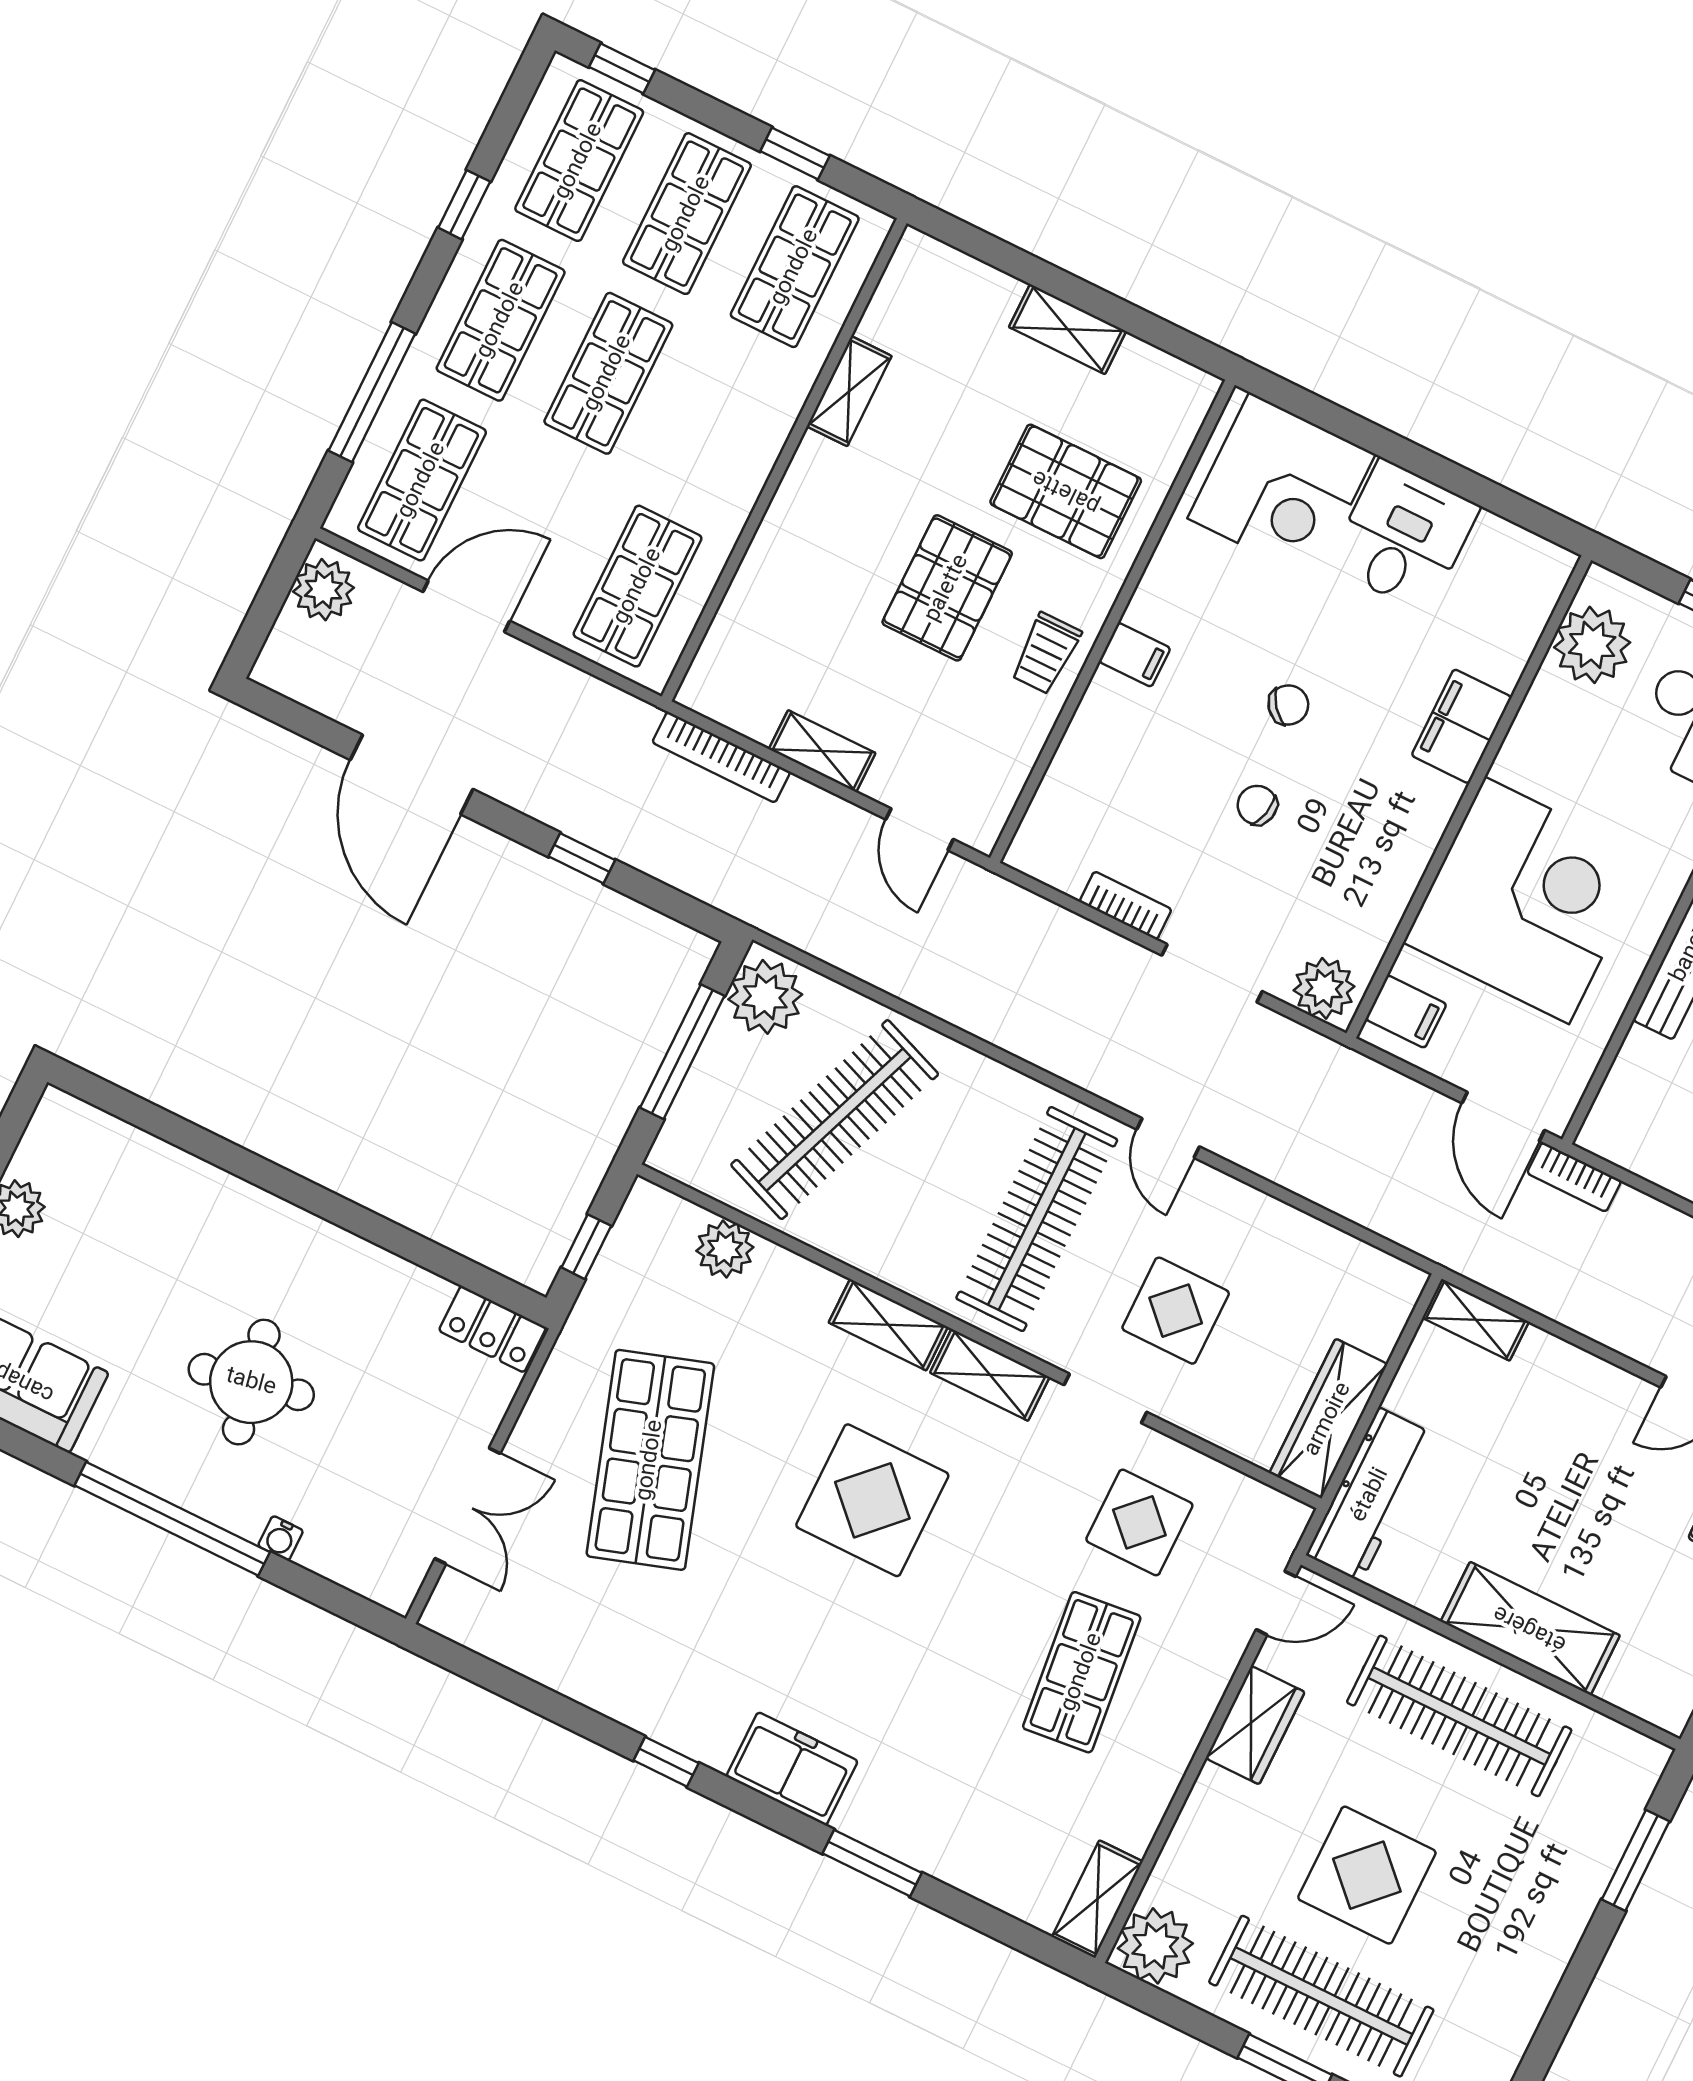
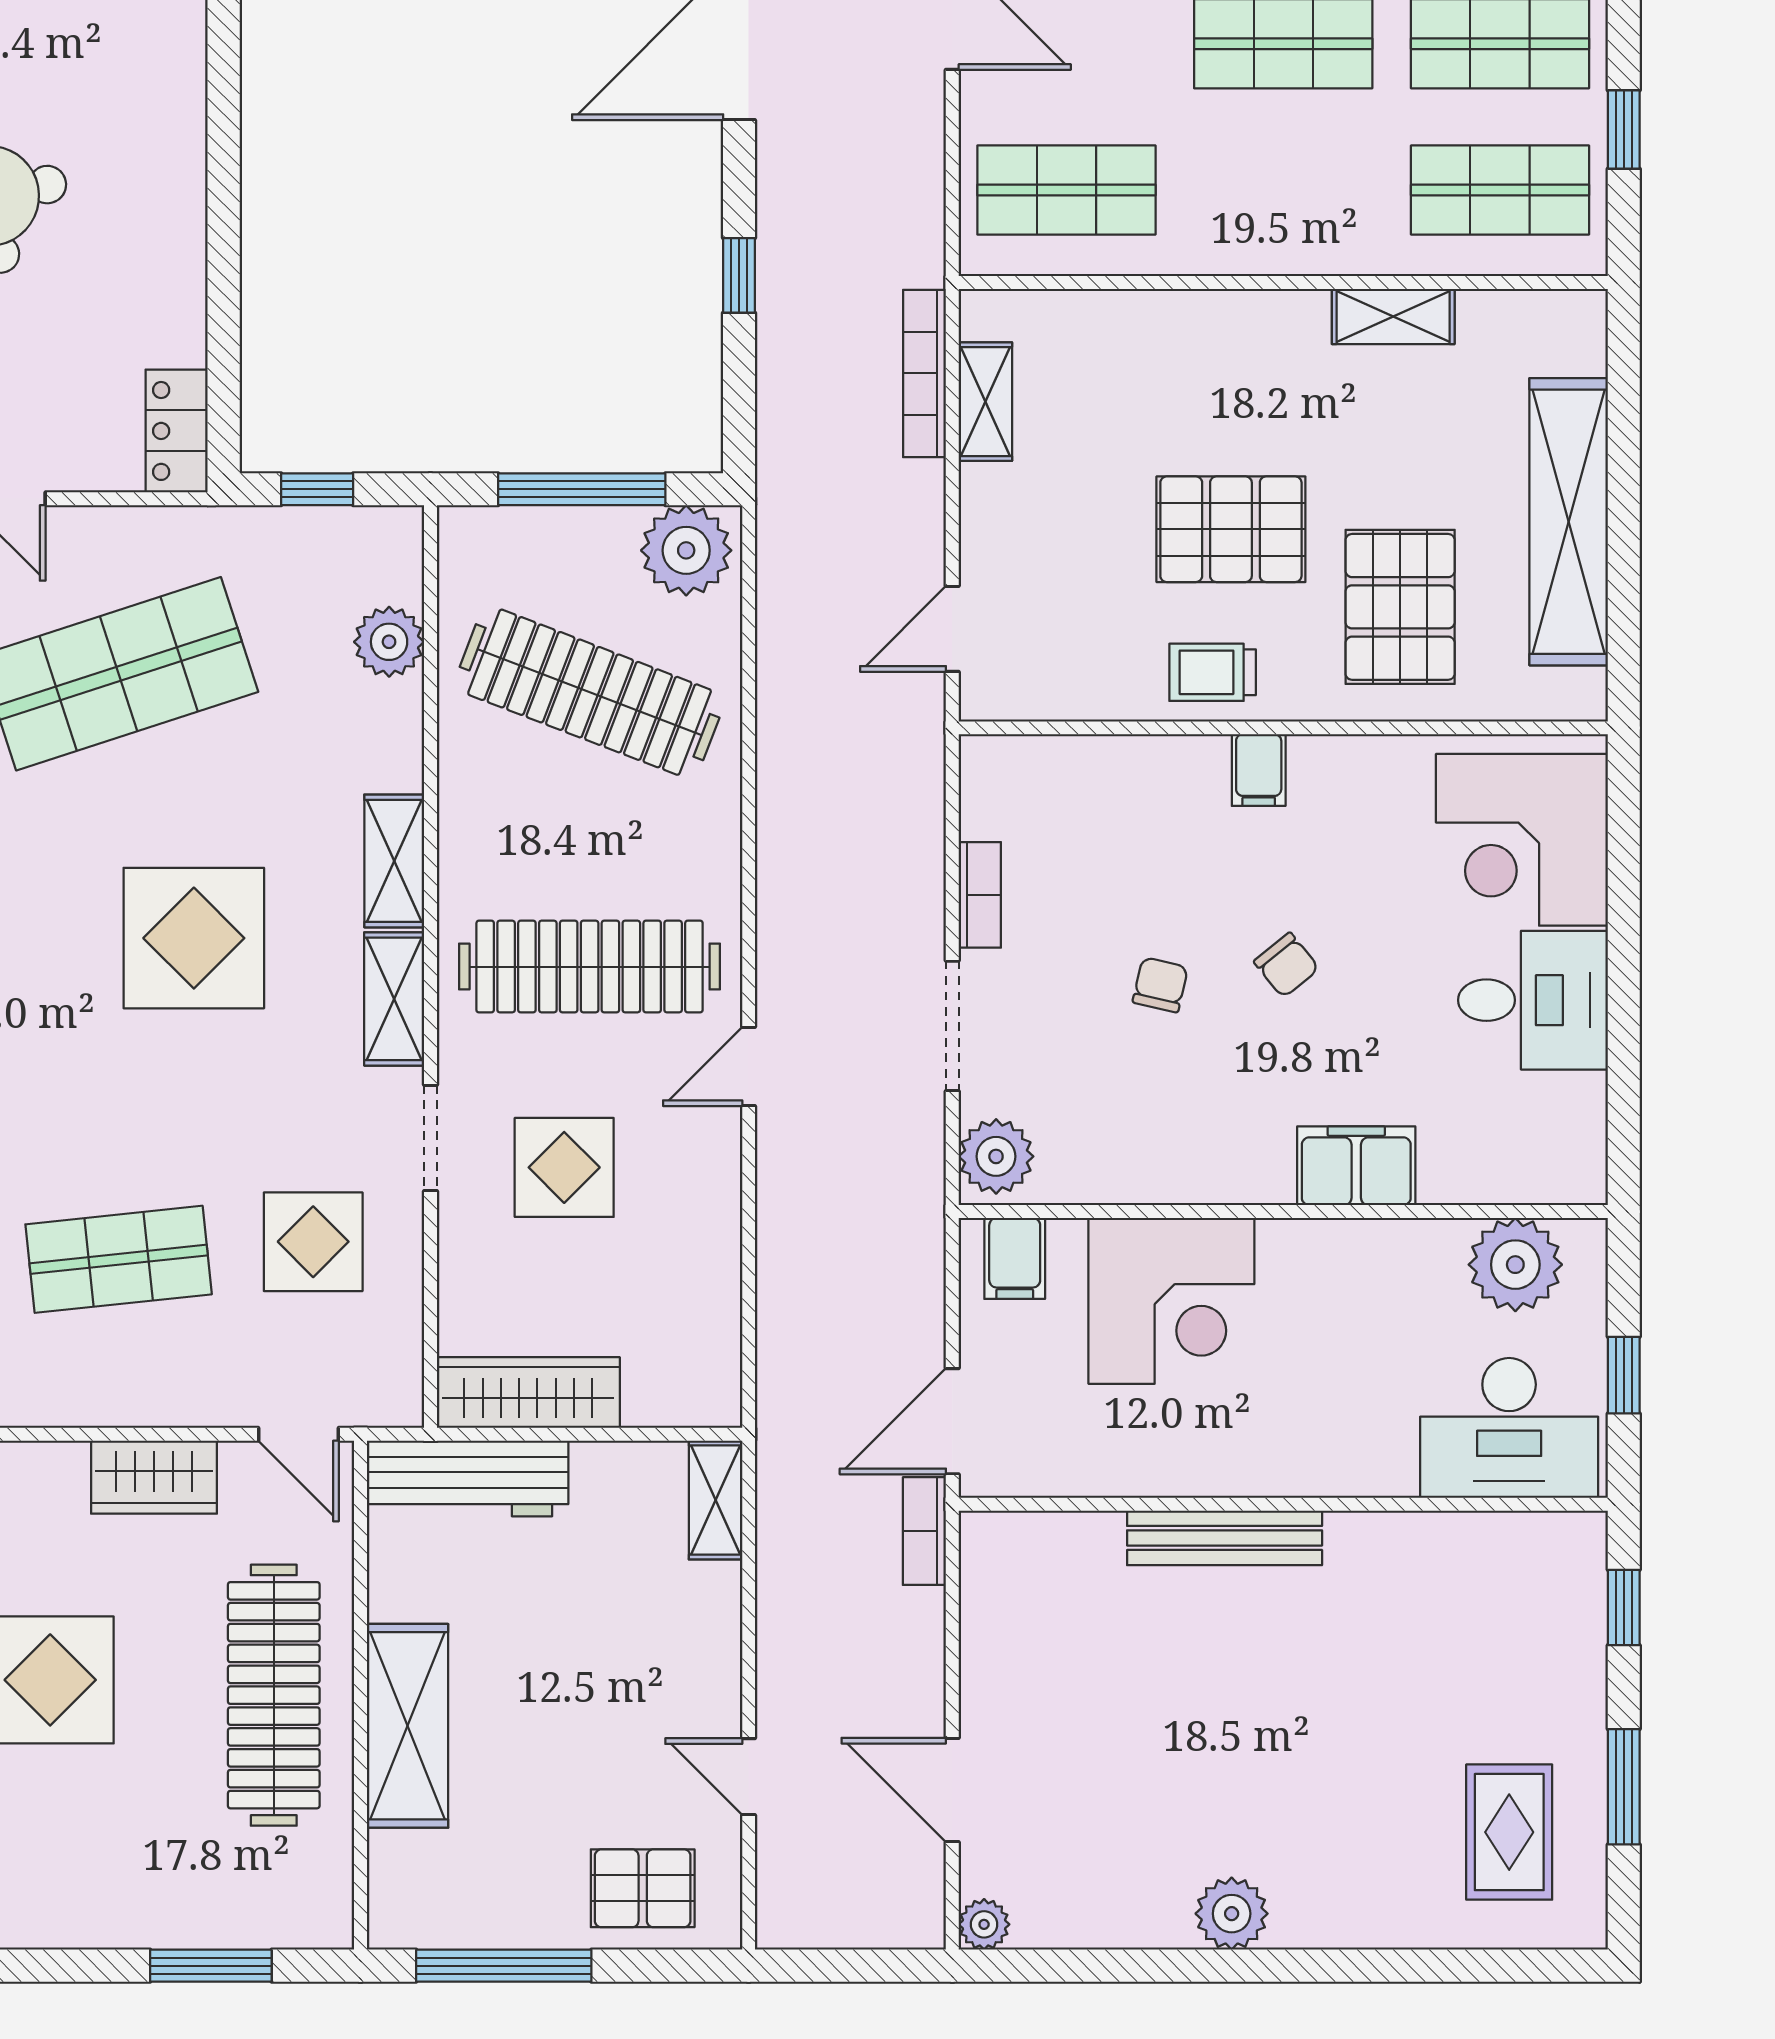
shelving: (1068, 329) -> (1569, 522), width x2.20, depth x1.33
shelving: (822, 751) -> (985, 402), moved
corner desk: (1527, 900) -> (1171, 1301), width x0.74, depth x0.74

